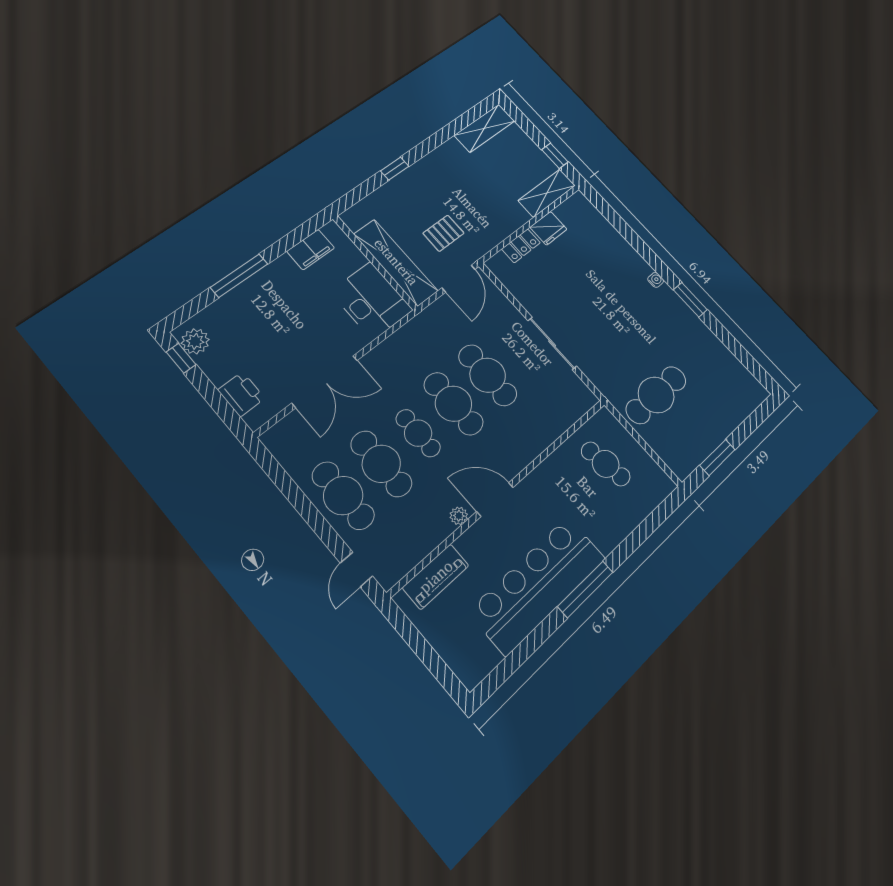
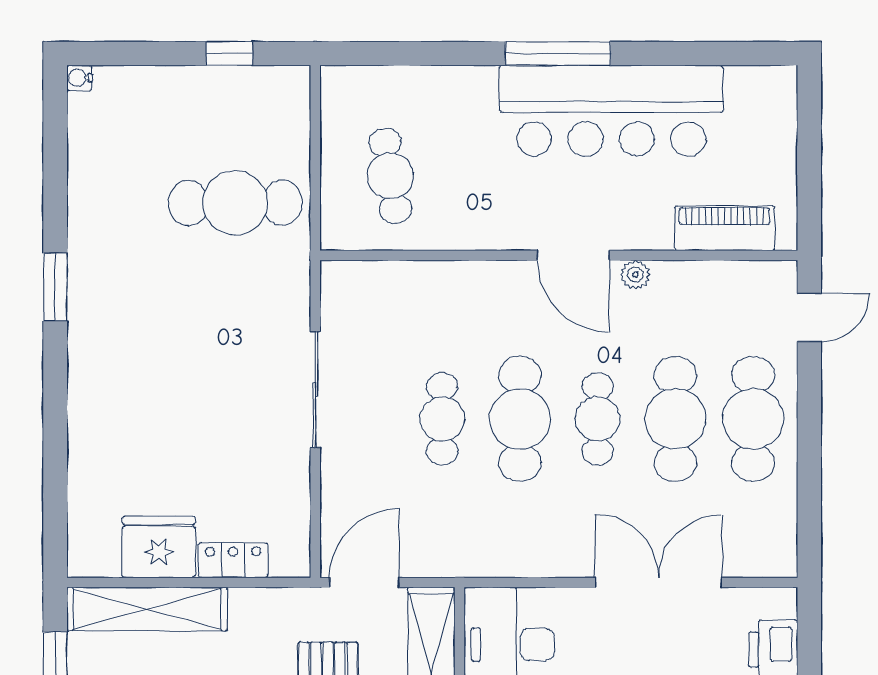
shelving: (547, 193) -> (147, 609), width x1.47
fridge: (548, 228) -> (159, 547), width x1.36, depth x1.34
water cooler: (656, 280) -> (79, 78), moved
cafe table: (488, 375) -> (442, 419), width x0.73, depth x0.74
window: (717, 457) -> (229, 54), width x0.67

